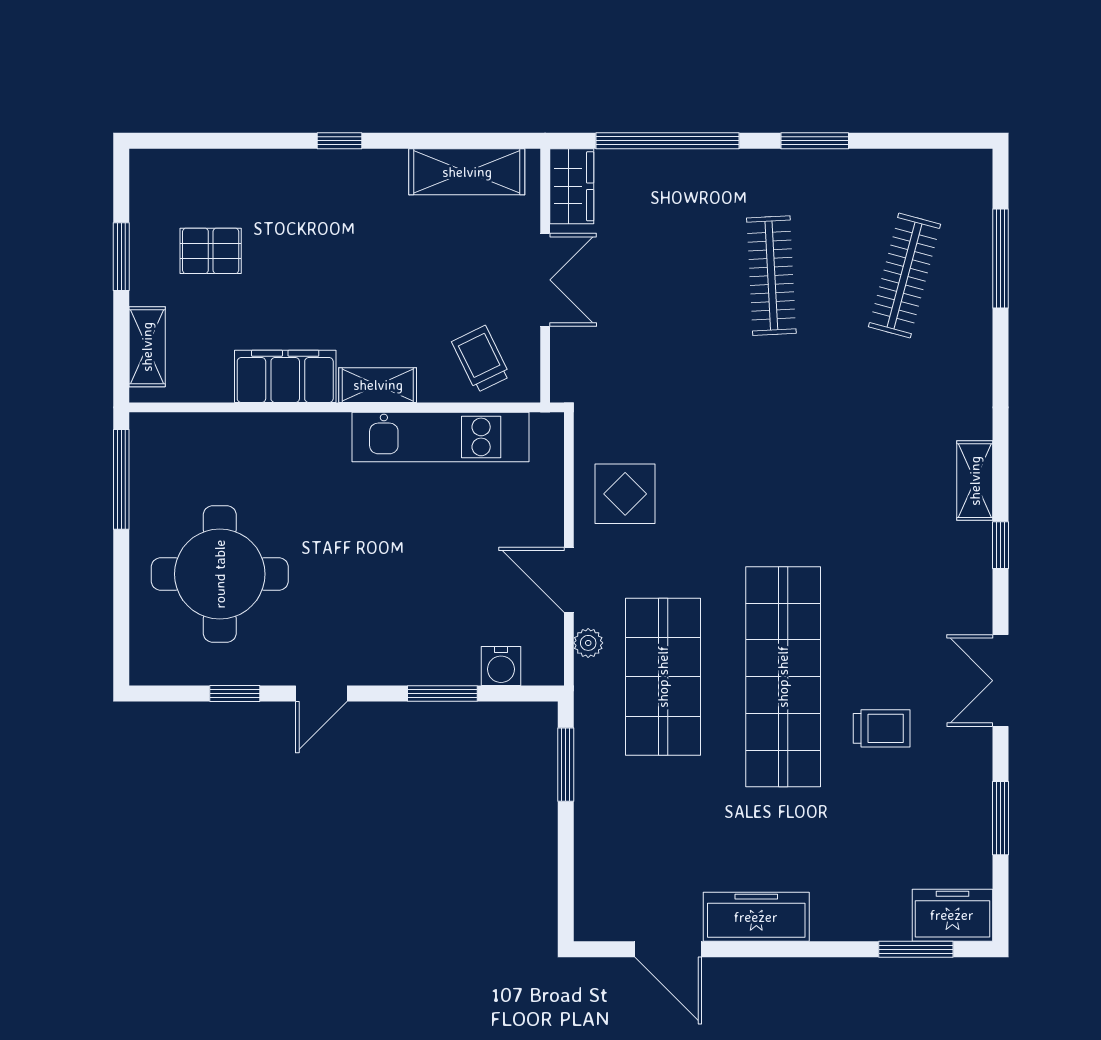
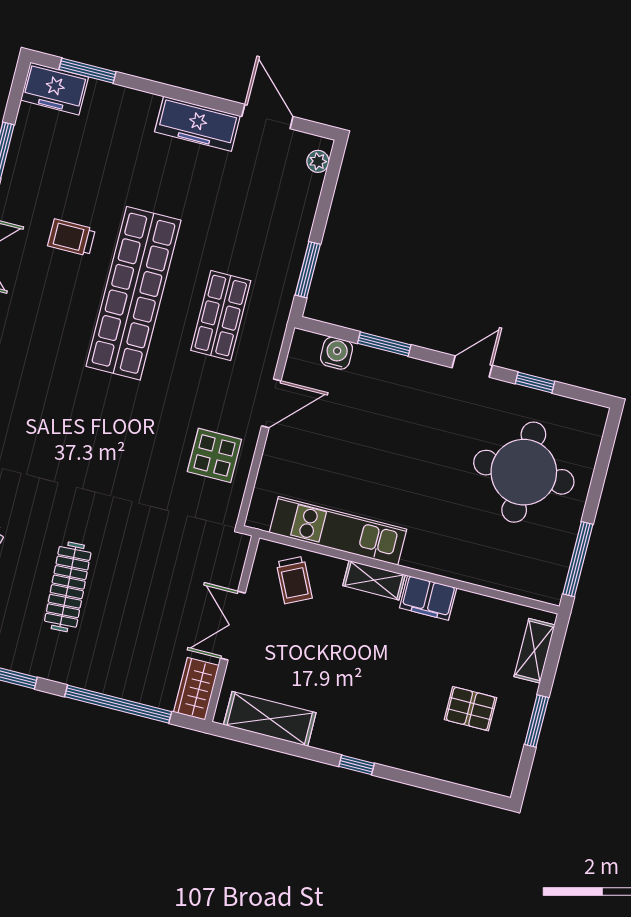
filing cabinet: (285, 376) -> (428, 598), width x0.67, depth x0.86
door: (569, 580) -> (271, 403), hinge flipped
plant: (588, 643) -> (318, 161), moved
shop shelf: (663, 677) -> (221, 315), width x0.70, depth x0.74

